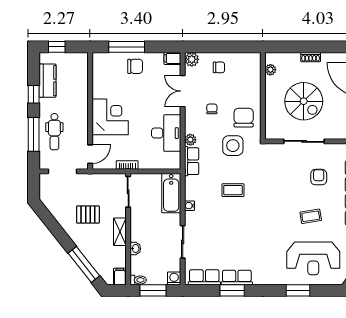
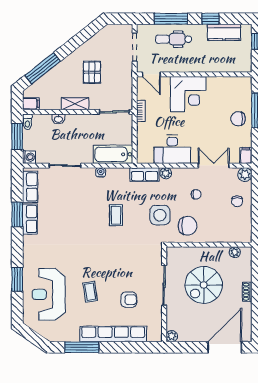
chair: (135, 66) -> (238, 119), turned 90

